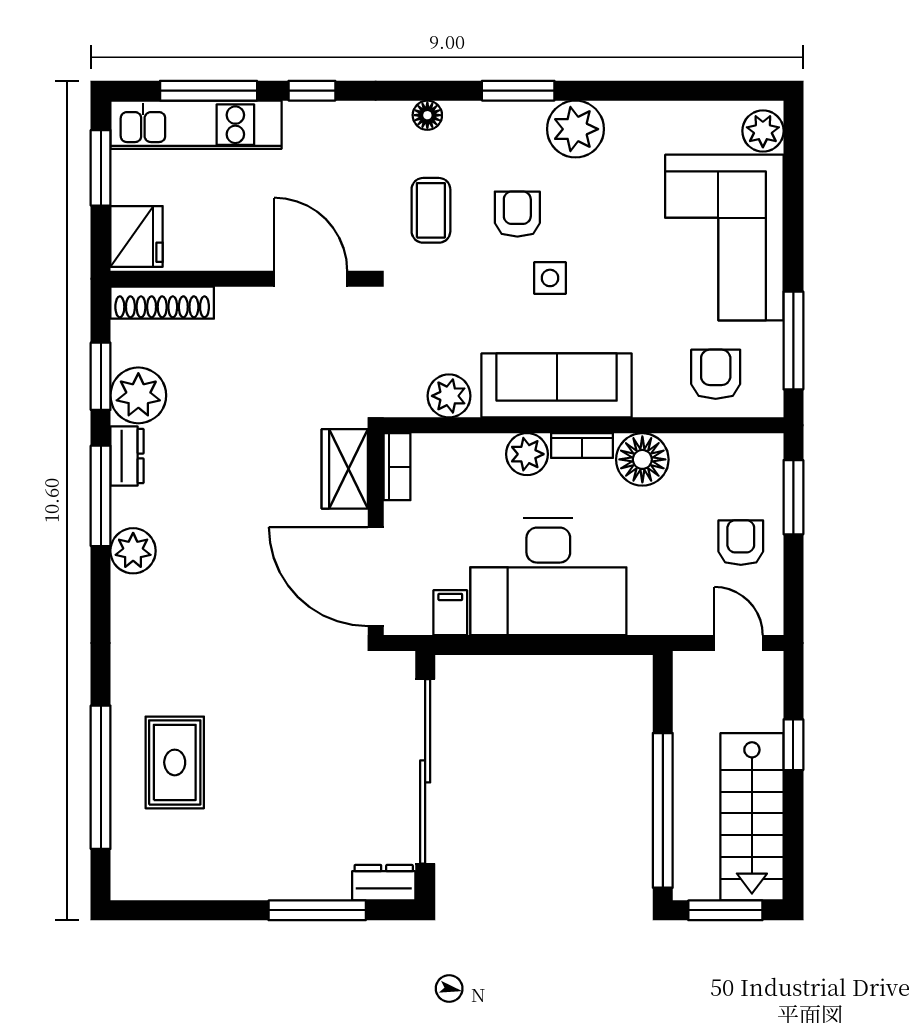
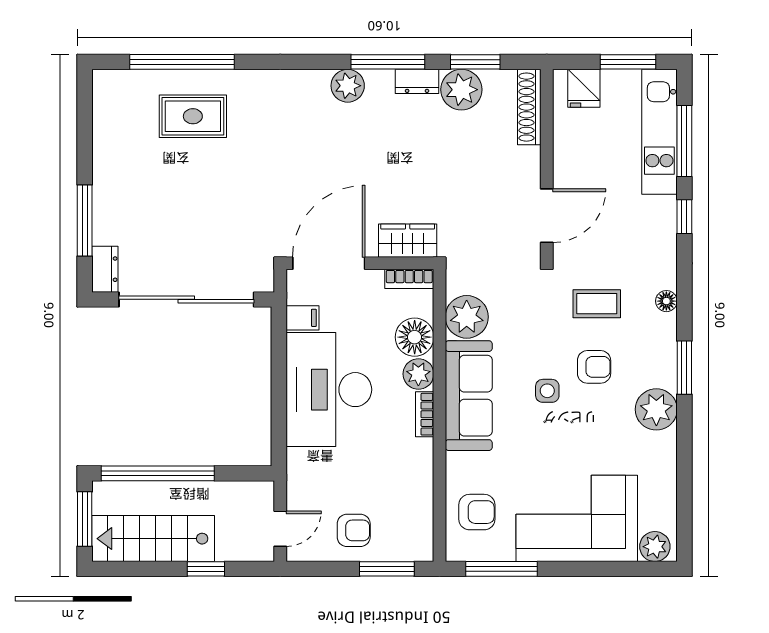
fridge: (137, 236) -> (584, 88), width x0.72
plant: (449, 396) -> (467, 317), width x1.36, depth x1.36
floor lamp: (642, 459) -> (415, 337), moved

